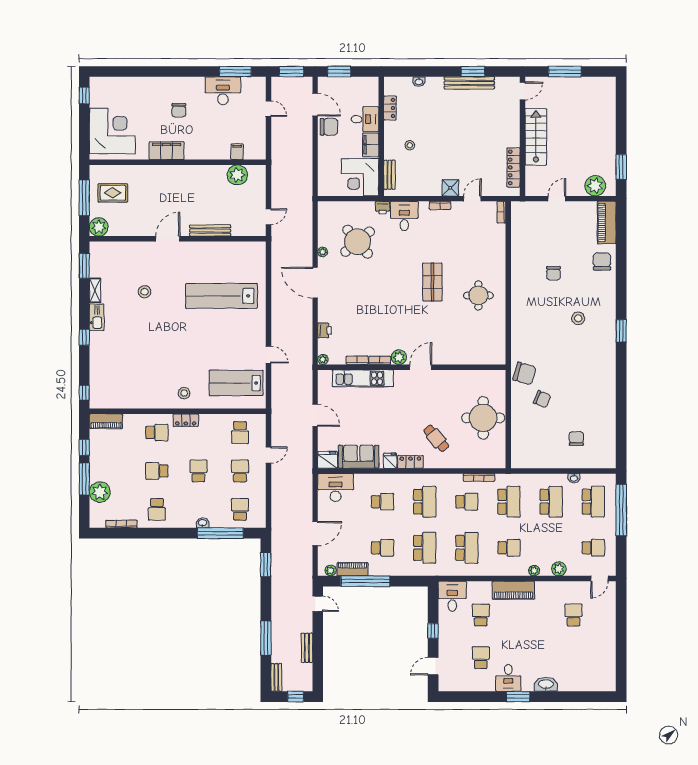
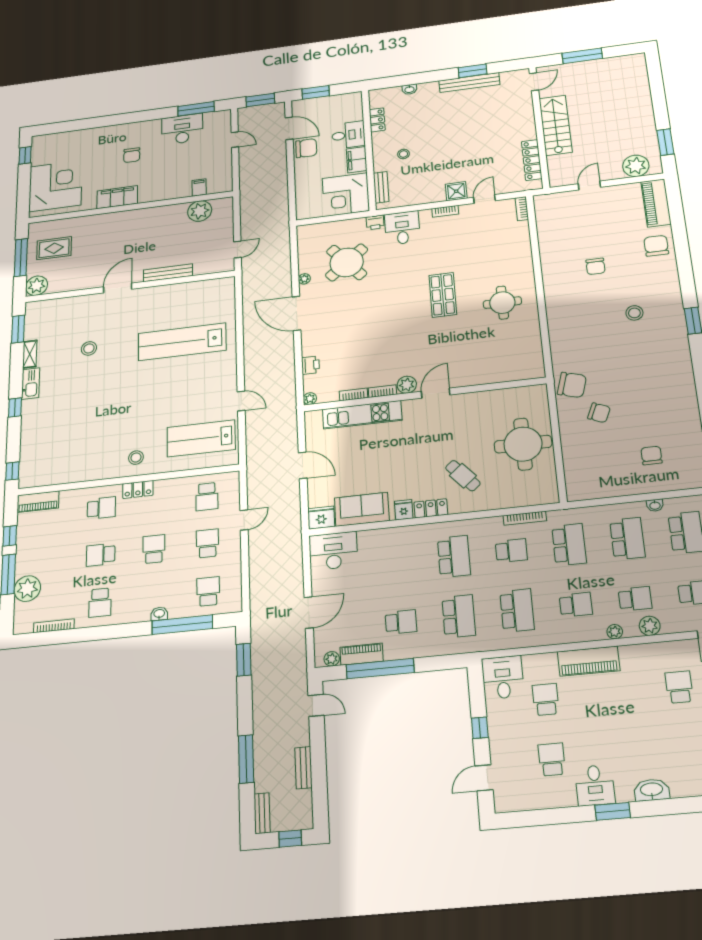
school desk: (383, 502) -> (635, 599), moved

